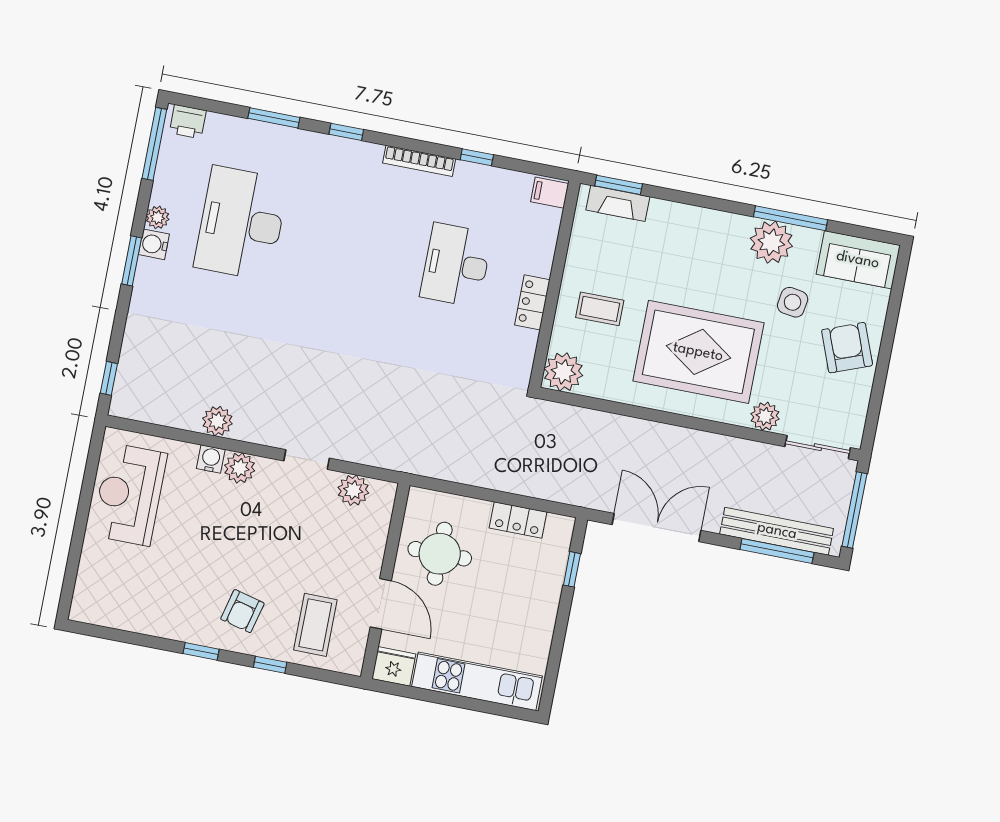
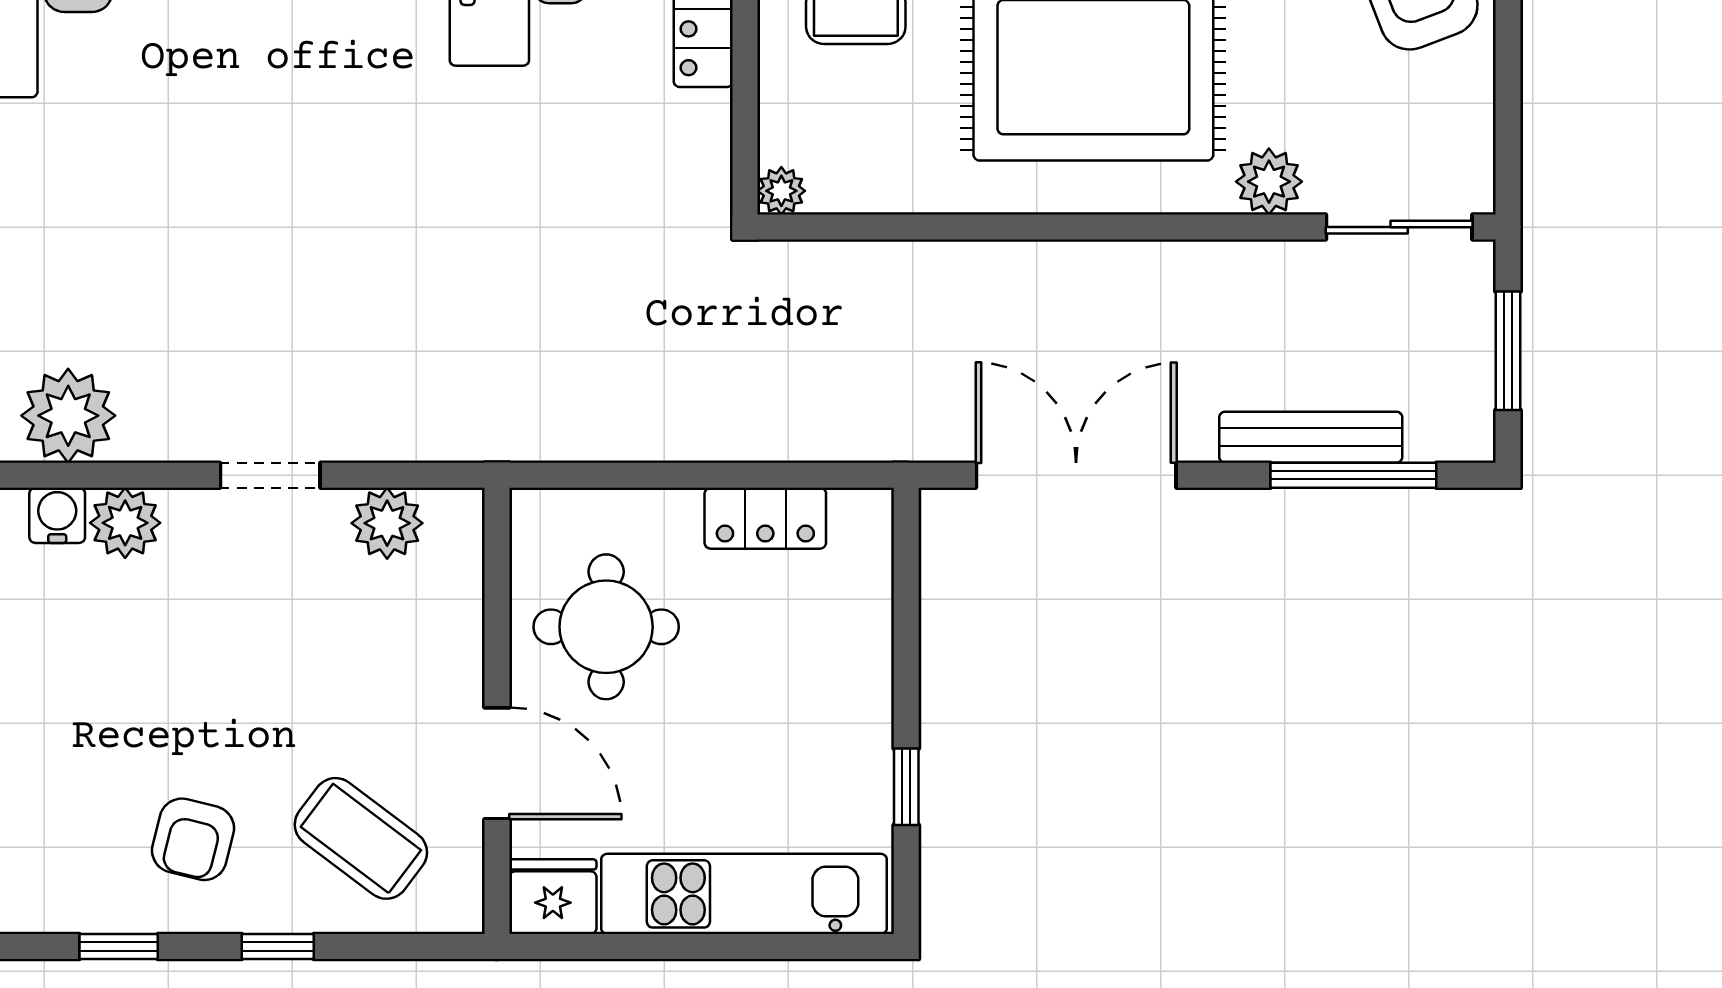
plant: (563, 372) -> (781, 191), width x0.53, depth x0.53
plant: (217, 421) -> (68, 416), width x1.36, depth x1.36
window: (854, 510) -> (1508, 351), width x0.69
bench: (777, 531) -> (1311, 437), width x0.73, depth x0.82
window: (572, 569) -> (906, 787), moved
coffee table: (315, 625) -> (361, 838), turned -53

